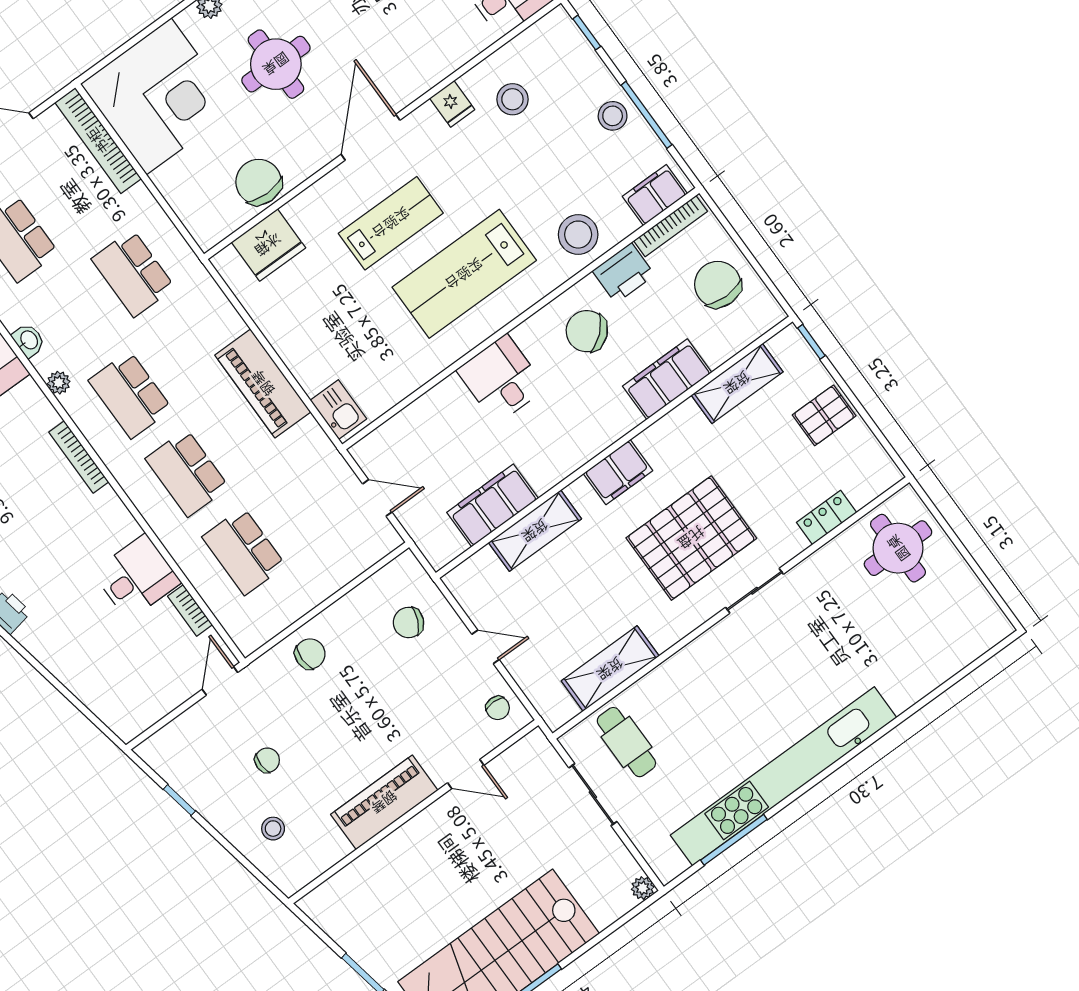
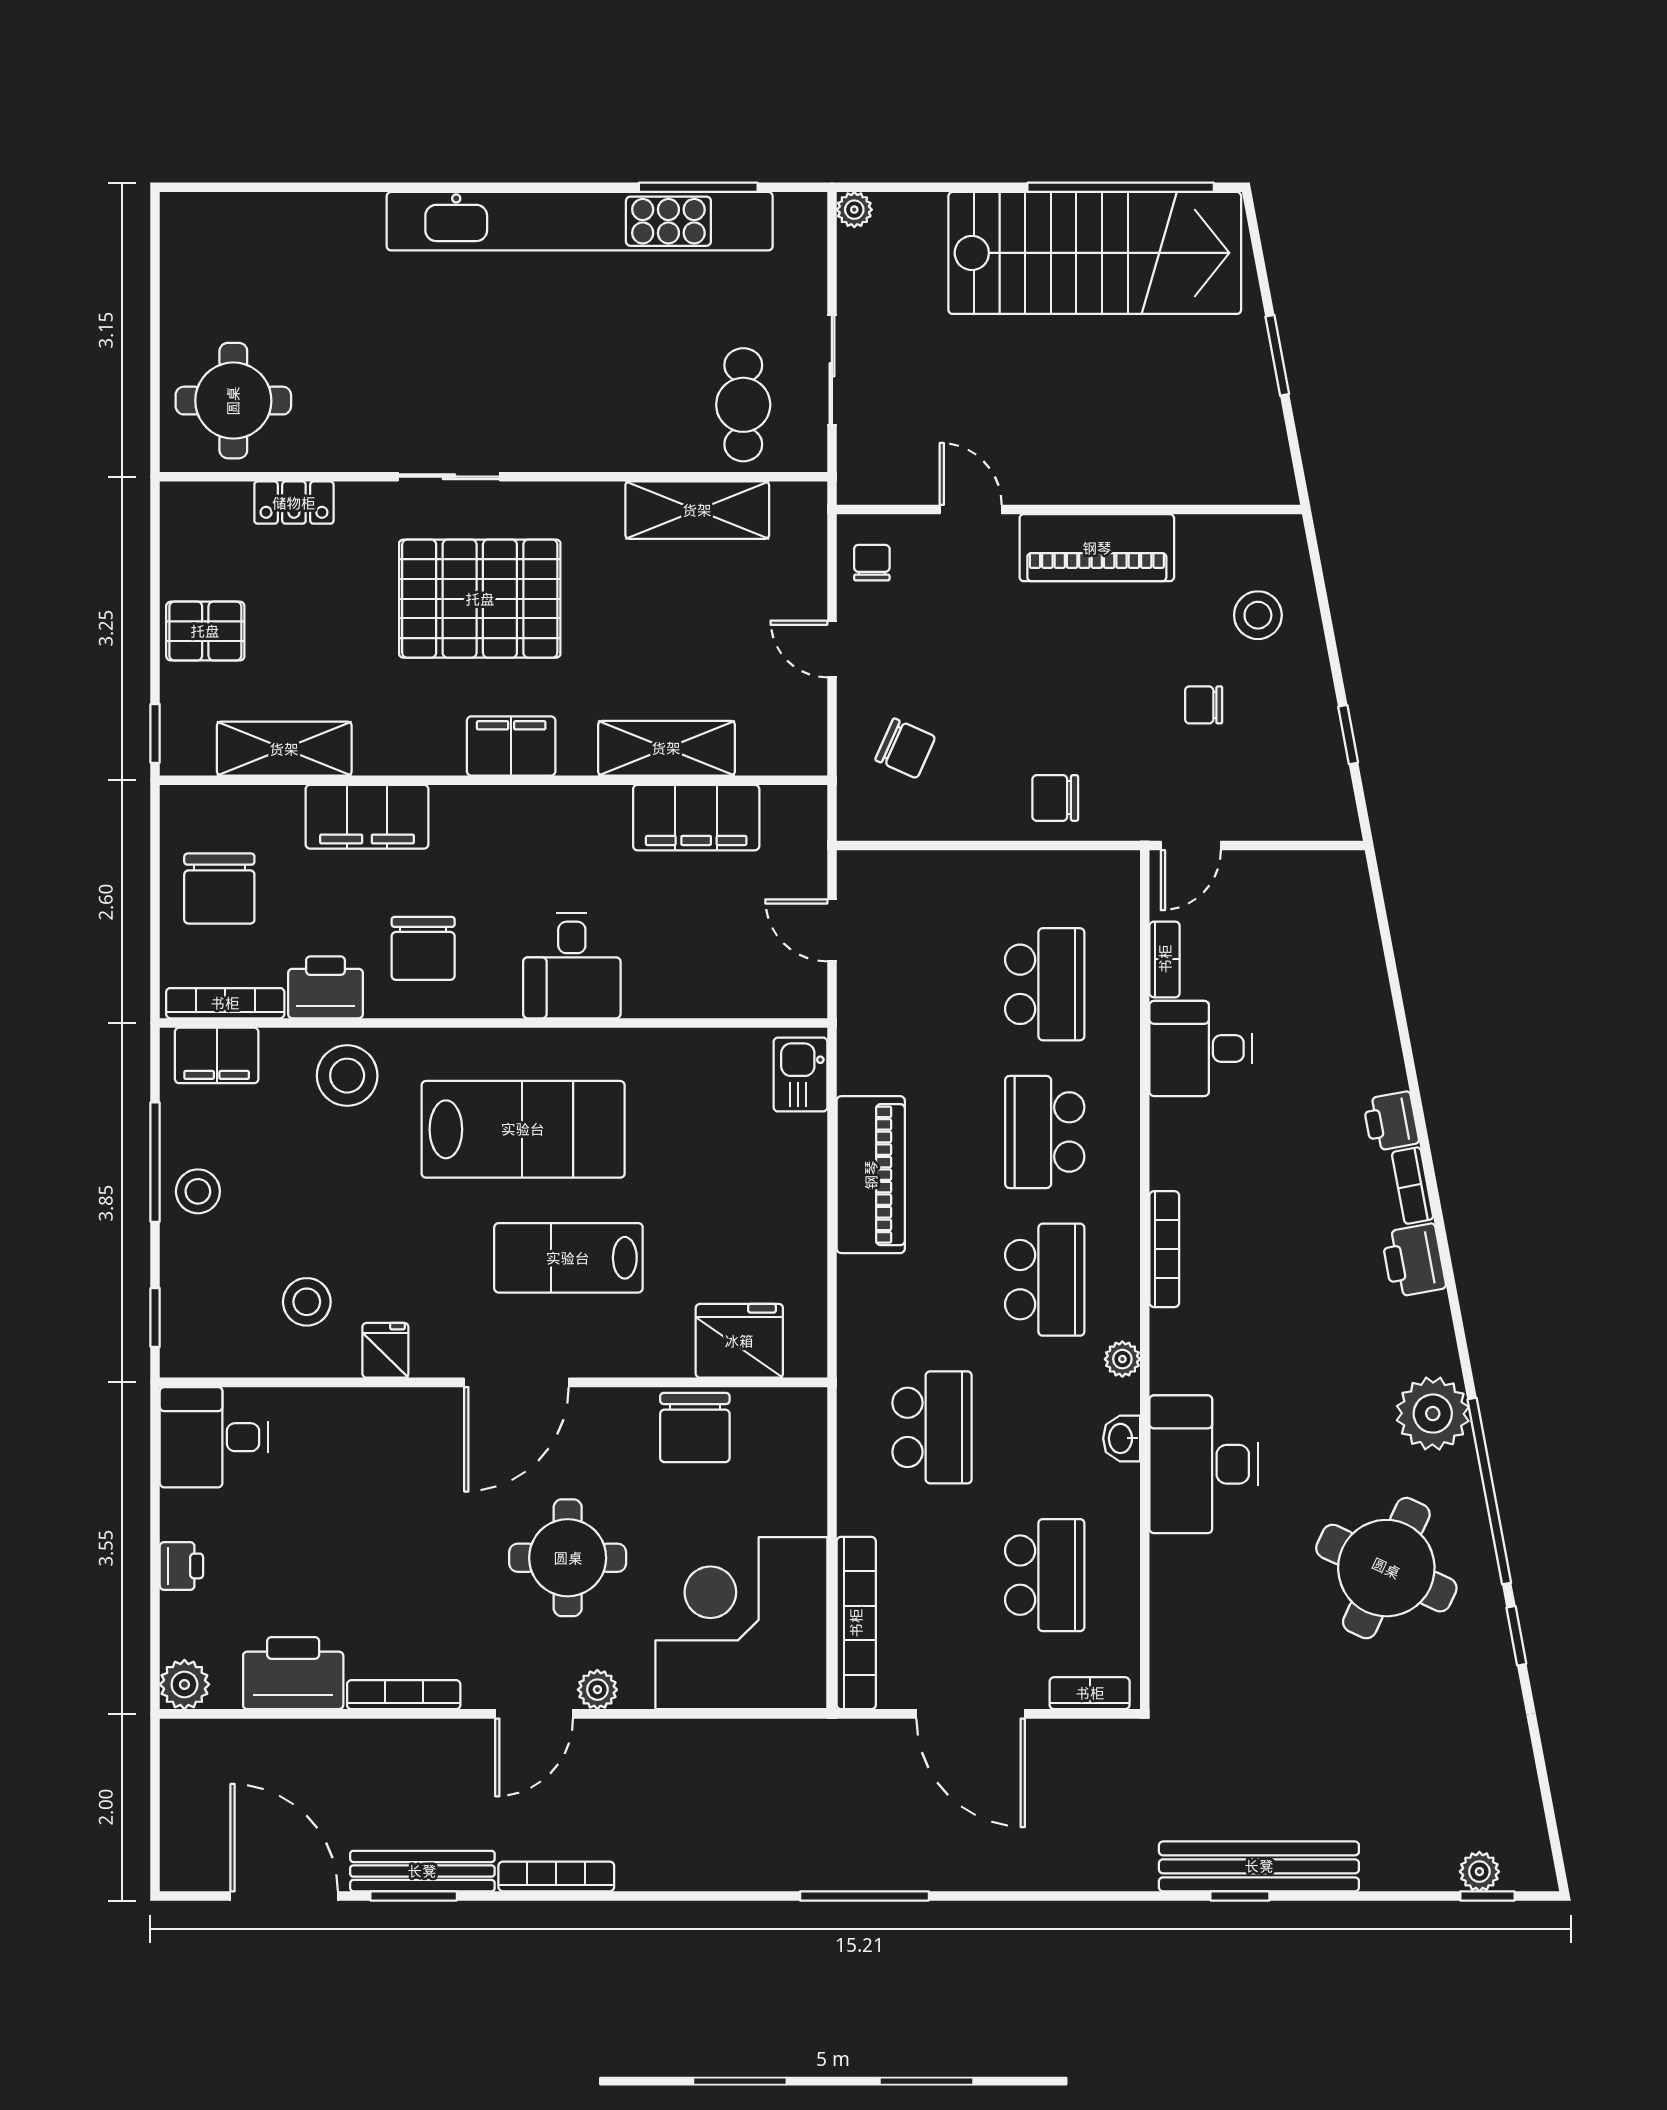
chair: (587, 331) -> (423, 948), turned 41
school desk: (187, 473) -> (1045, 1132), turned 180
stool: (273, 829) -> (1258, 615), width x1.37, depth x1.37

